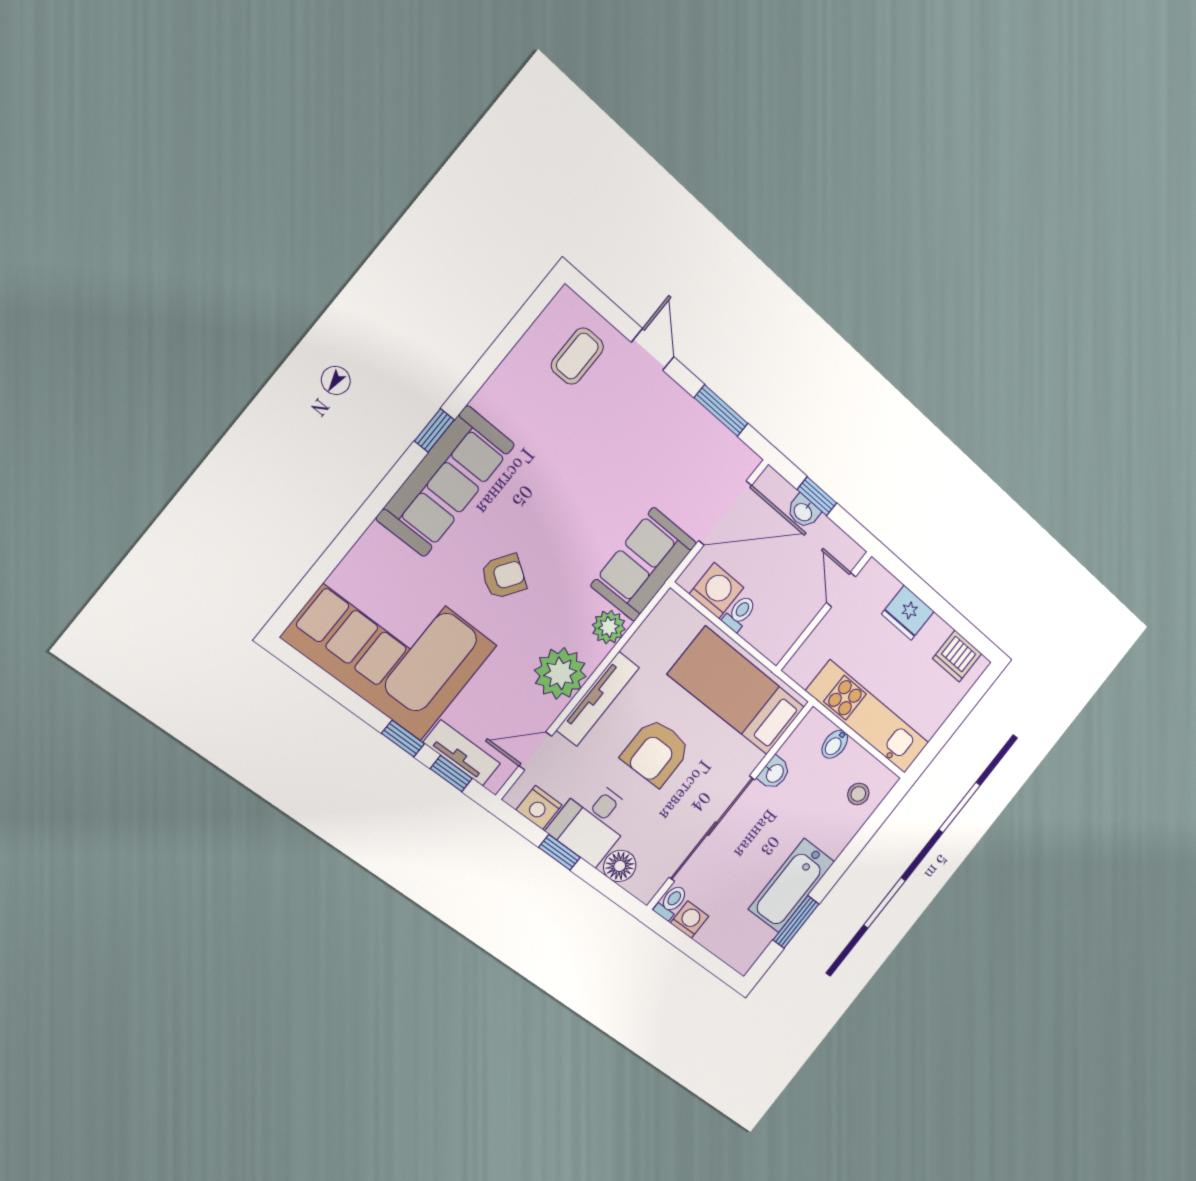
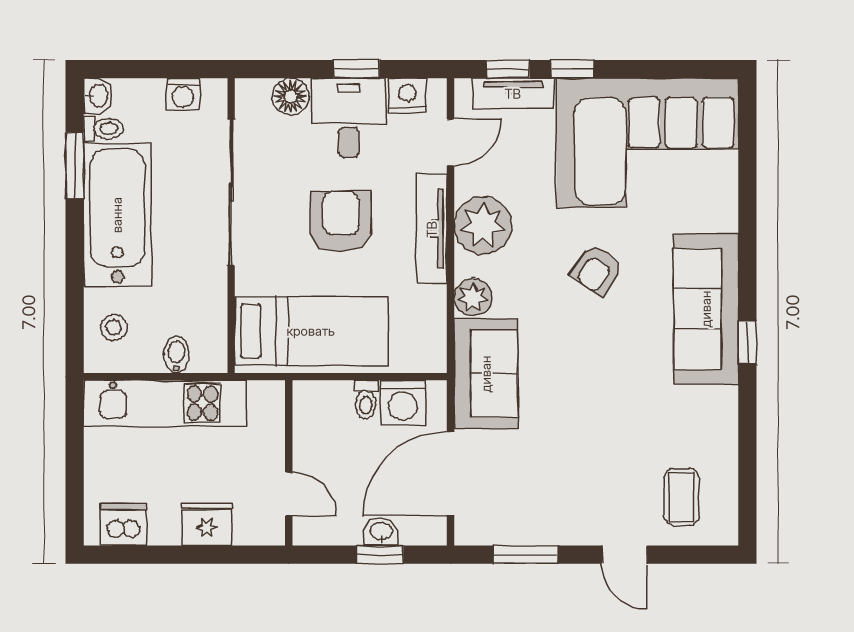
washbasin: (774, 773) -> (98, 96), moved, turned 180
bathtub: (791, 885) -> (117, 215), width x1.36, depth x1.36
toilet: (671, 902) -> (104, 128), moved, turned -90

